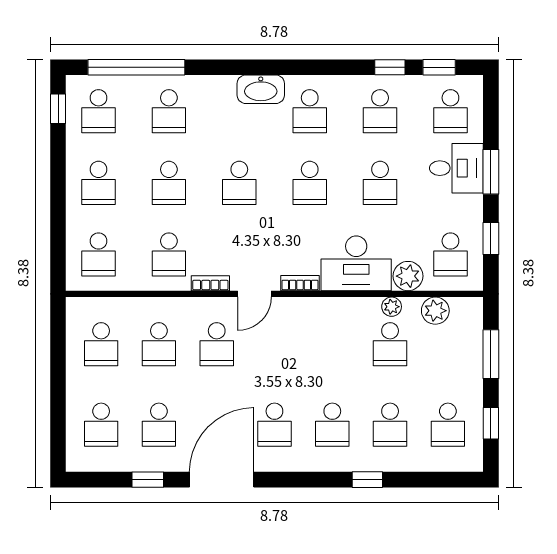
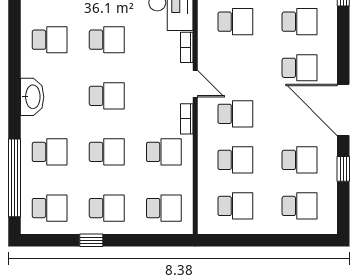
washbasin: (261, 89) -> (32, 97), moved
window: (58, 109) -> (91, 240), moved
school desk: (332, 344) -> (235, 22), added

